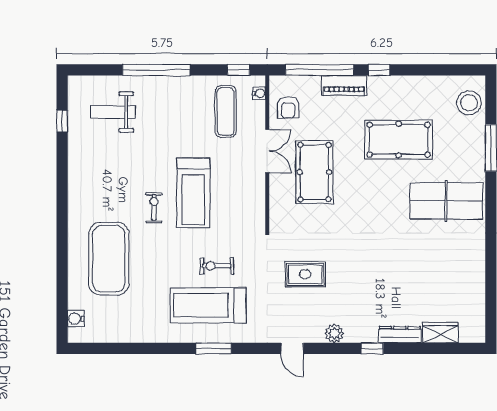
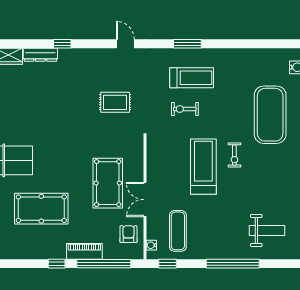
exercise bike: (217, 266) -> (185, 109), turned 180
treadmill: (208, 305) -> (192, 78), width x0.73, depth x0.73
plant: (334, 333) -> (92, 56), removed

